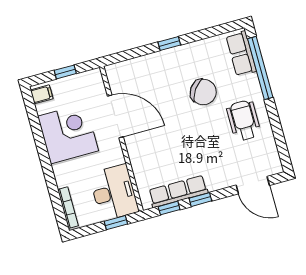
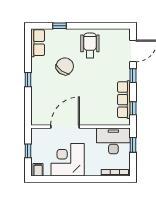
row of seats: (241, 54) -> (38, 43), moved, turned -90
window: (260, 68) -> (59, 26), width x0.32
wheelchair: (244, 120) -> (90, 45), turned 90
window: (200, 200) -> (133, 76), moved

